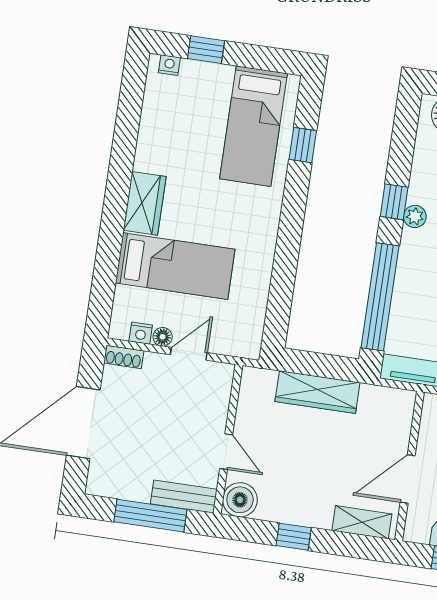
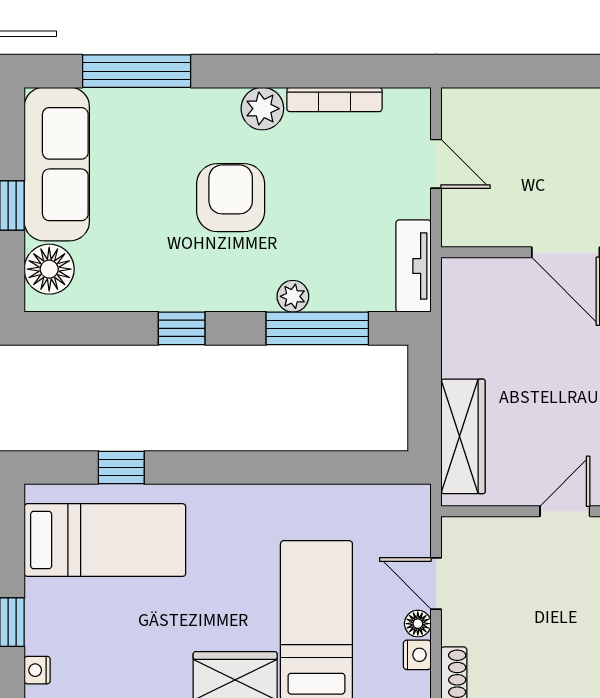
plant: (415, 216) -> (293, 296), moved
window: (380, 297) -> (317, 328), width x0.68
wardrobe: (317, 392) -> (463, 436), moved

